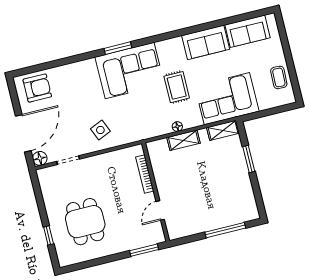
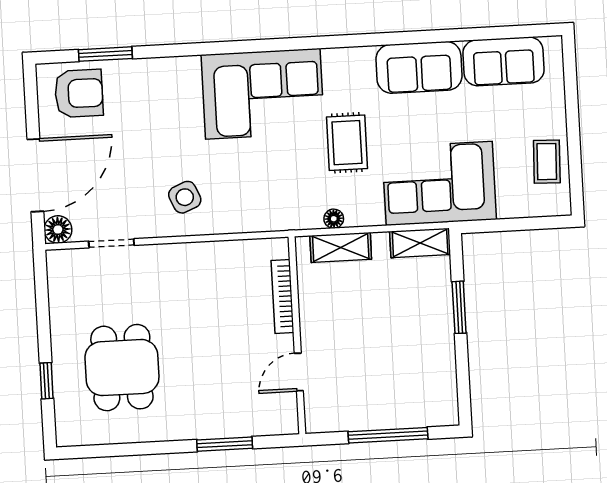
window: (118, 48) -> (105, 54), moved
bookcase: (145, 174) -> (282, 296), moved
wall: (156, 192) -> (297, 335), moved
door: (160, 210) -> (299, 372), moved

